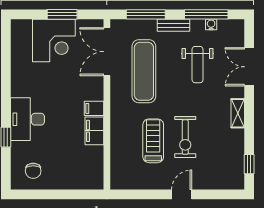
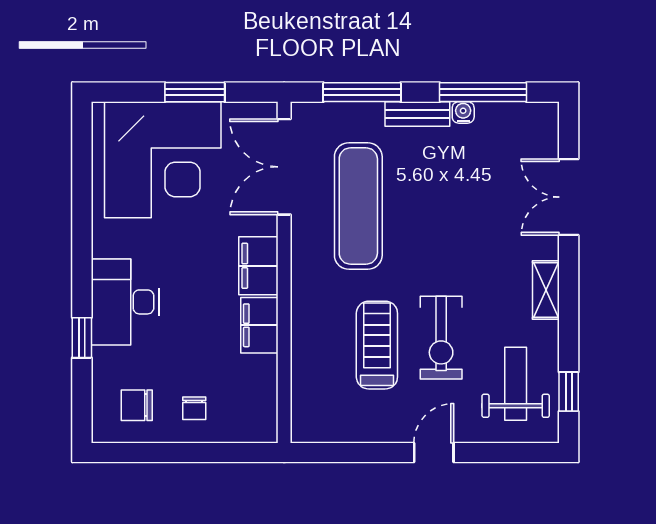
water cooler: (211, 25) -> (463, 112), moved
corner desk: (54, 40) -> (163, 160), width x1.36, depth x1.36
weight bench: (198, 65) -> (516, 384), moved, turned 180
filing cabinet: (94, 108) -> (258, 266), width x2.00
chair: (33, 171) -> (137, 405), turned 90
chair: (62, 172) -> (194, 408), added

